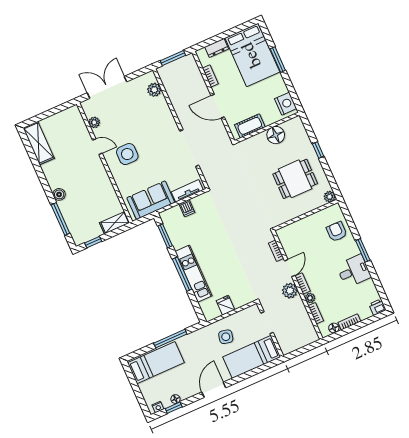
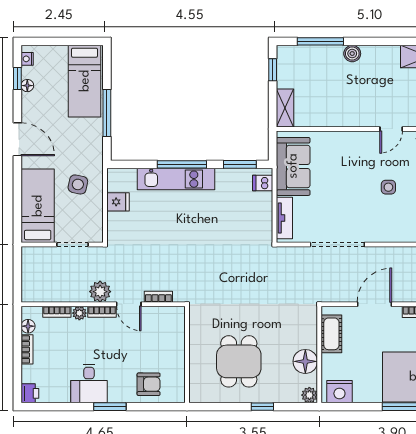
side table: (127, 154) -> (388, 187), moved, width x0.54, depth x0.54
plant: (330, 197) -> (309, 395), moved
dishwasher: (187, 208) -> (263, 183), moved

